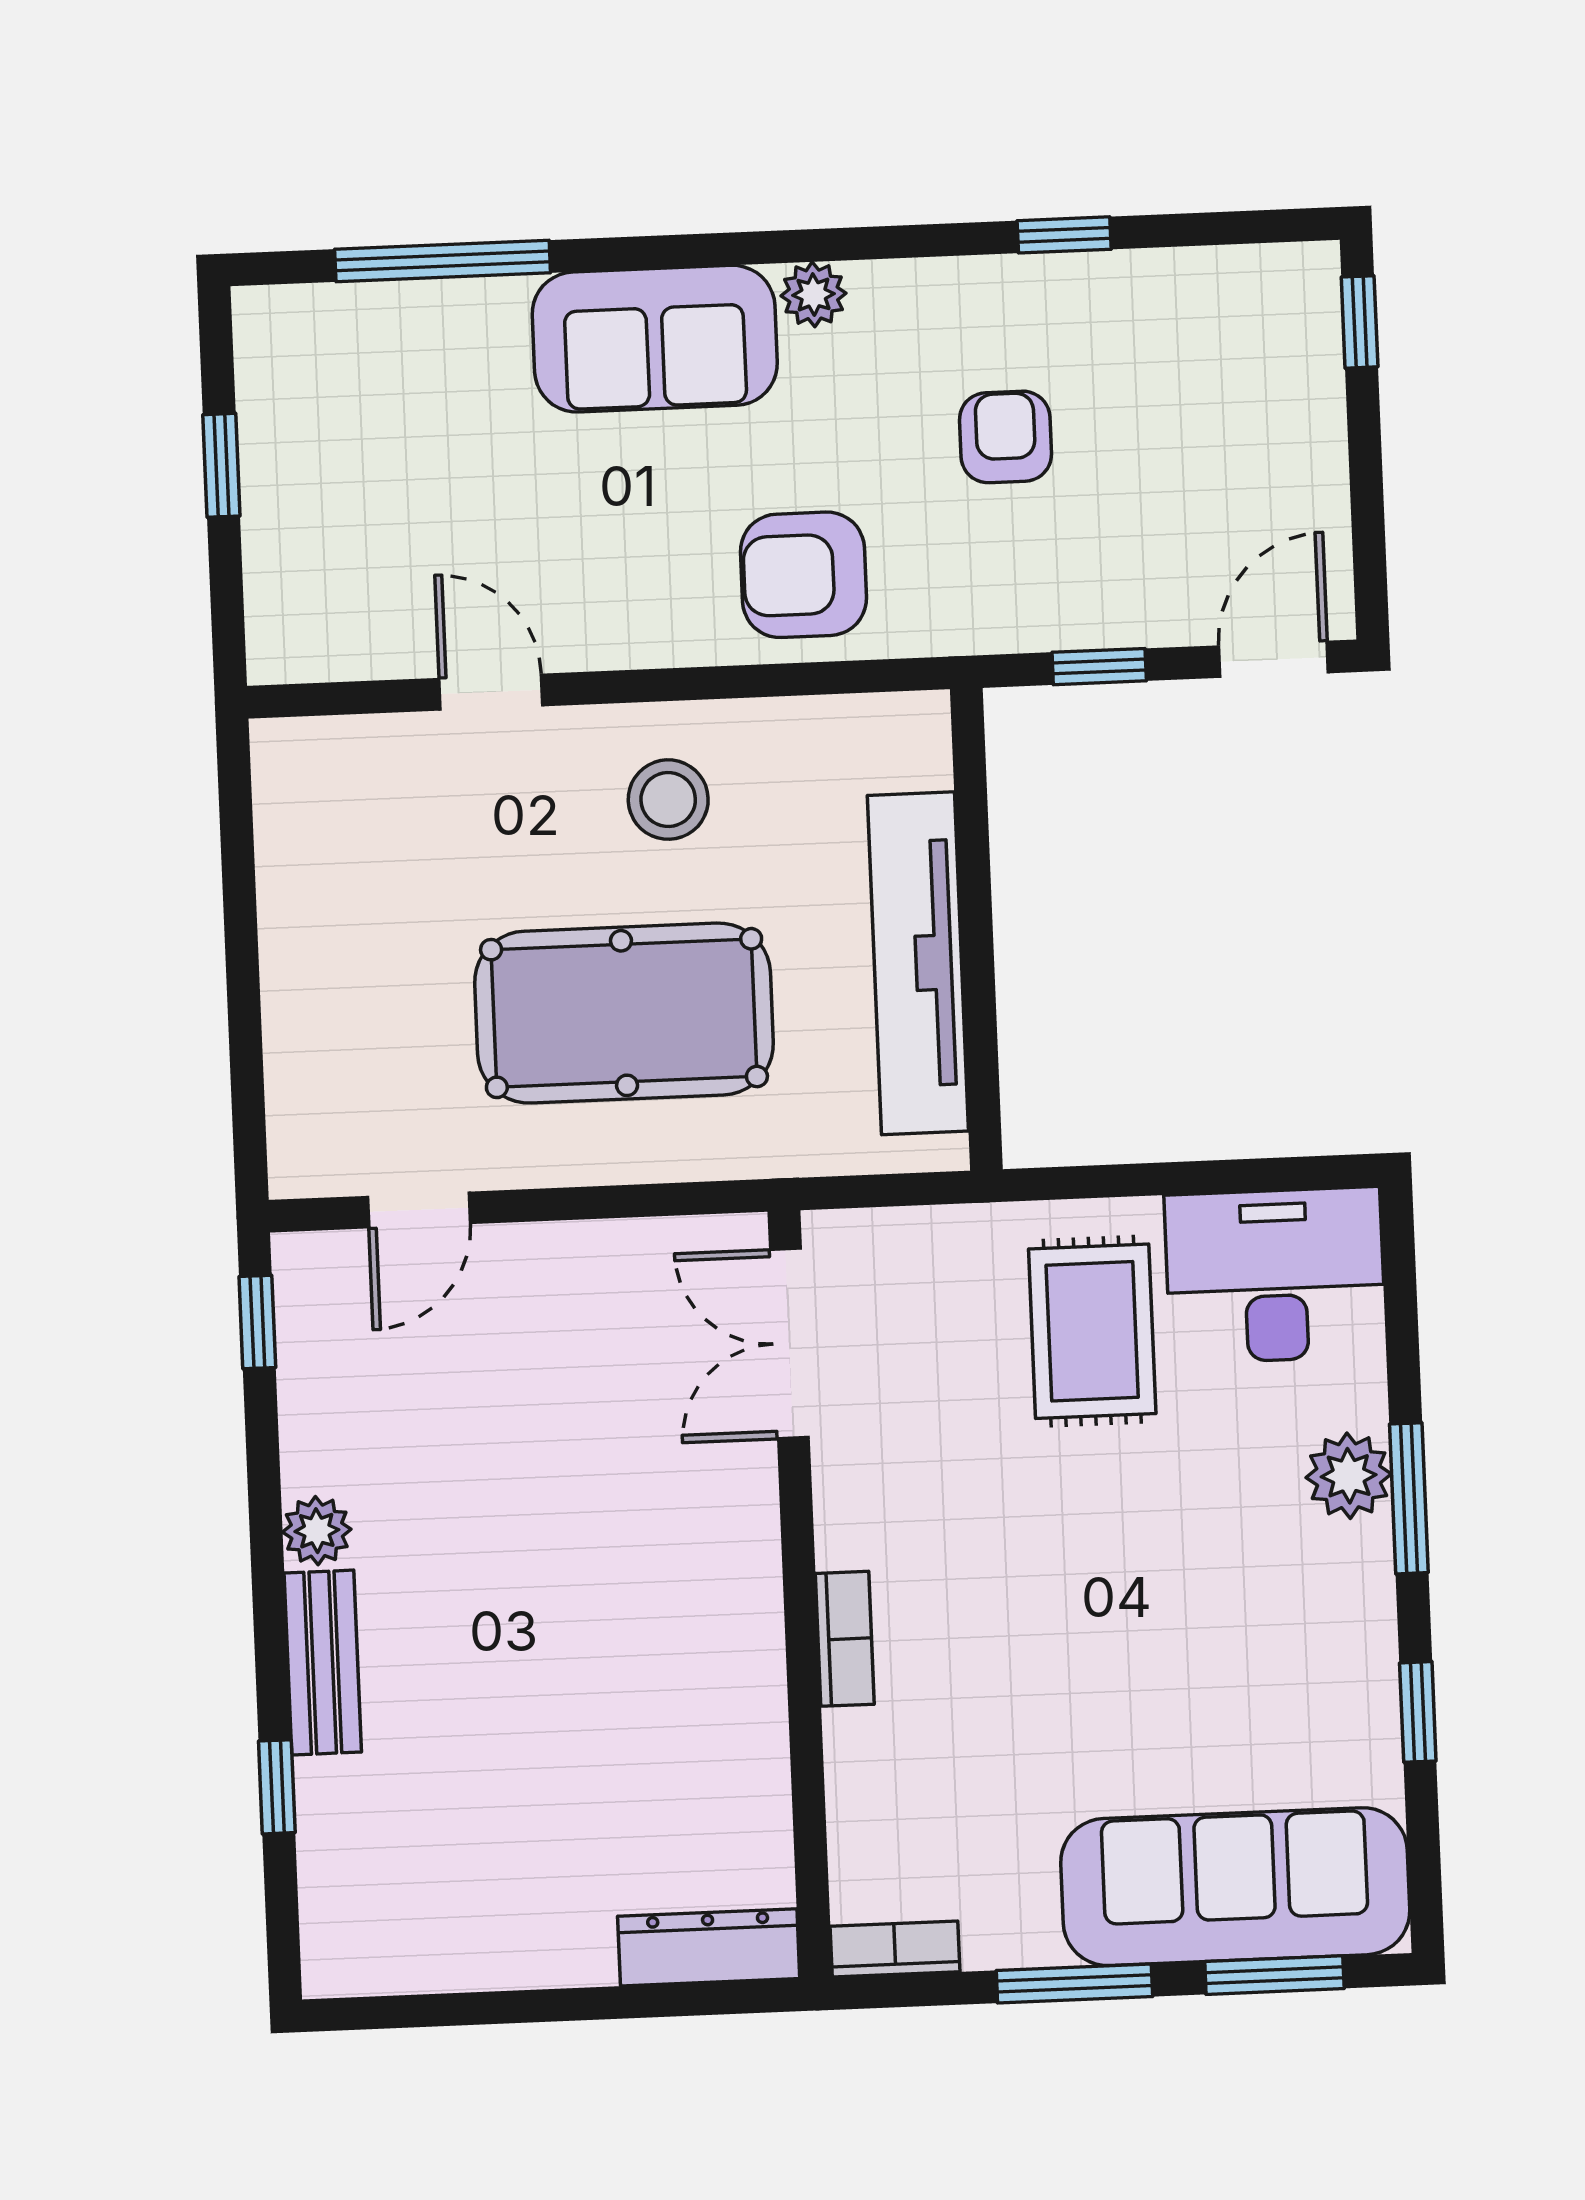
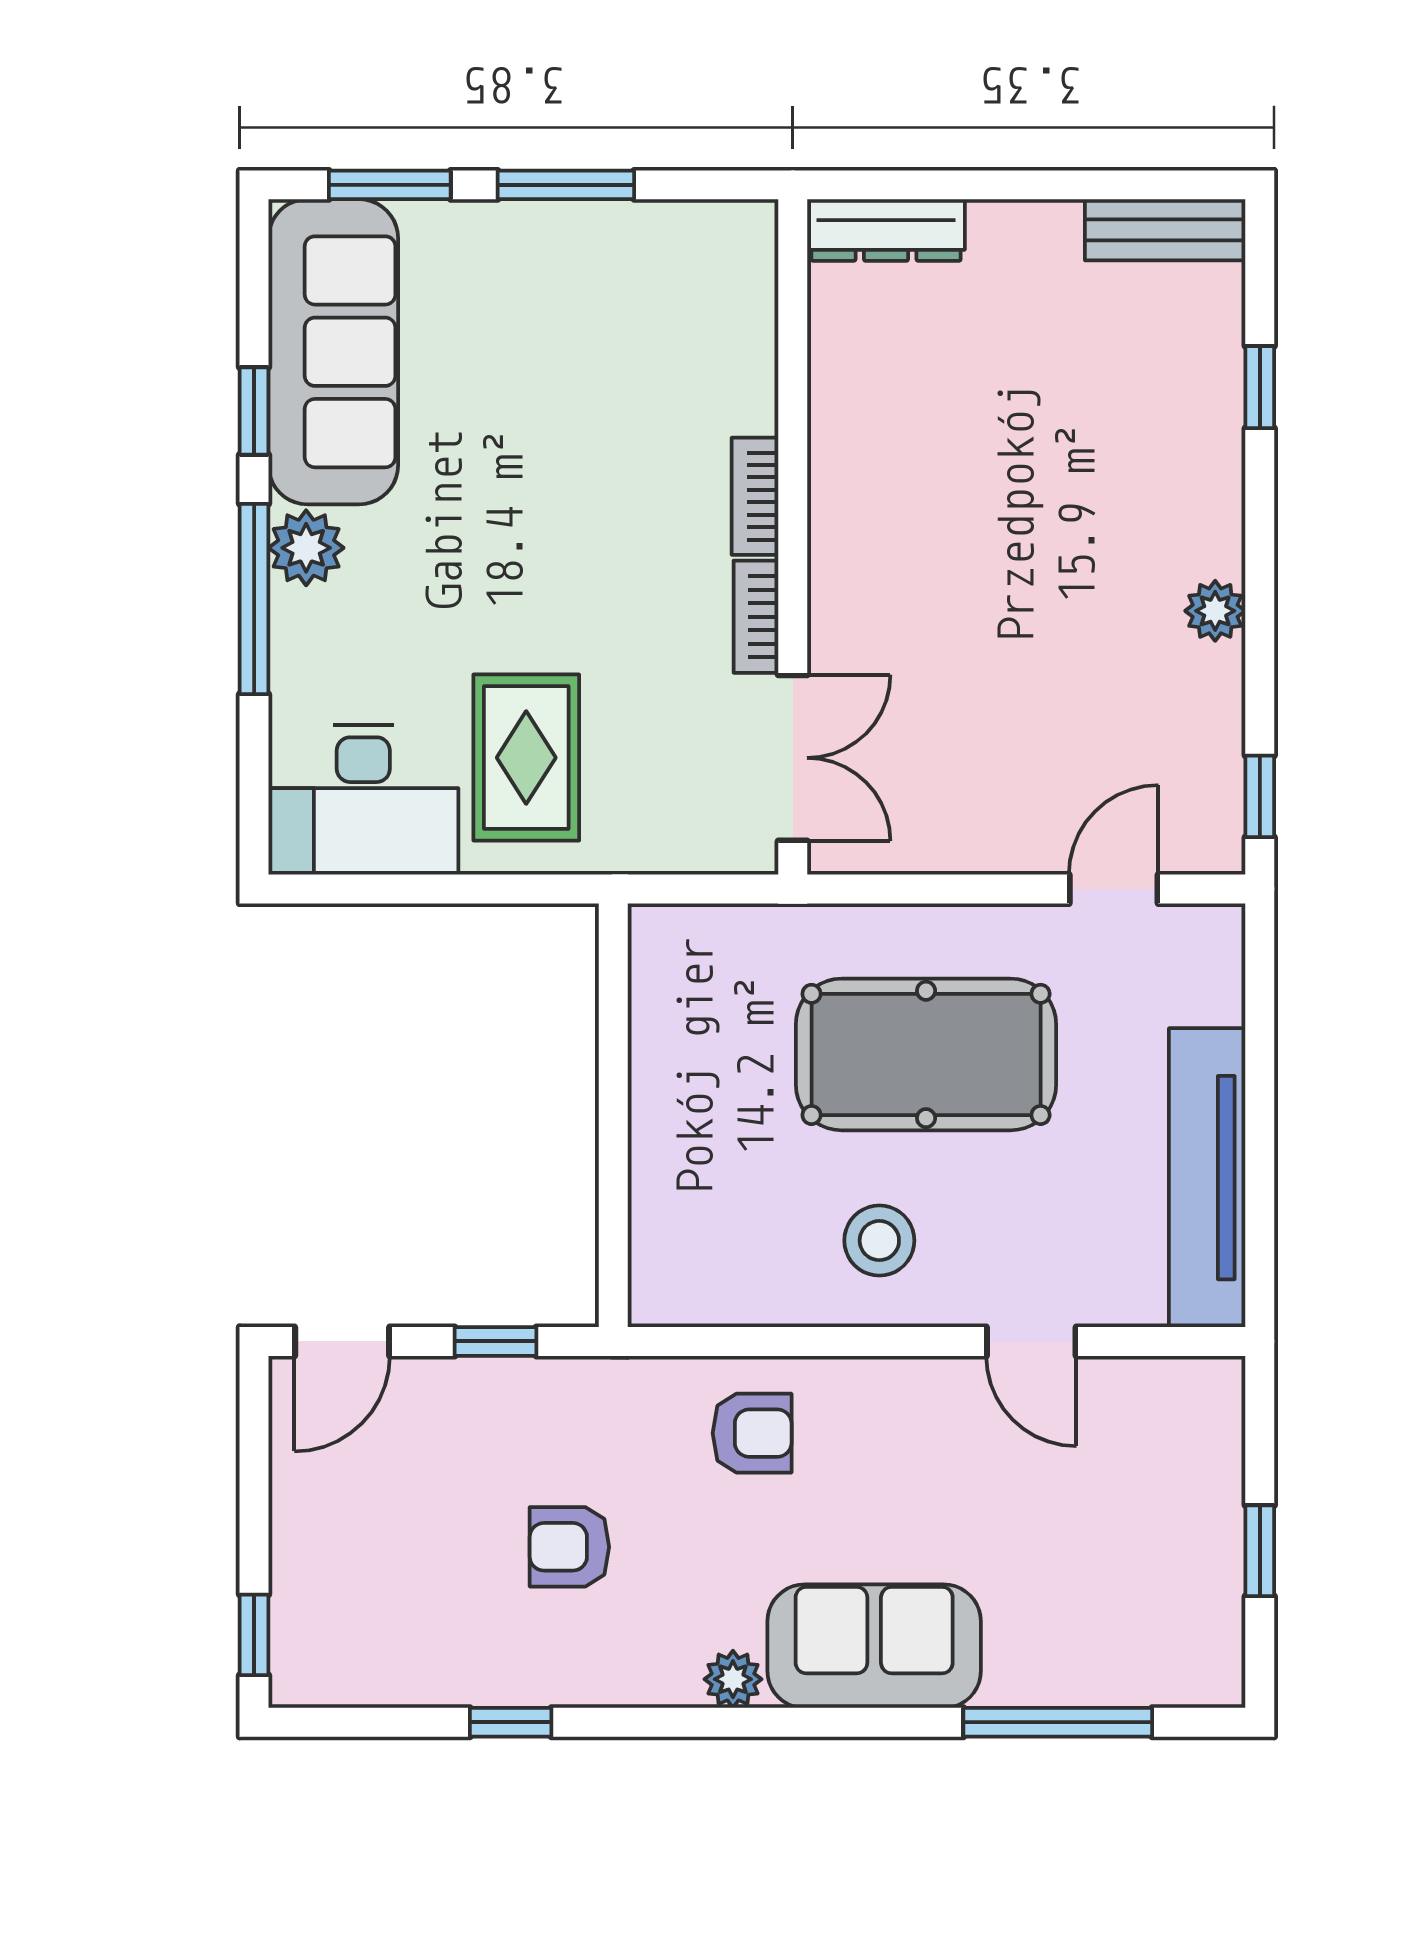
armchair: (1005, 437) -> (569, 1547), turned 90
armchair: (803, 575) -> (752, 1433), width x0.72, depth x0.72
tv unit: (918, 963) -> (1207, 1178), moved, turned 180
plant: (1349, 1476) -> (306, 548), moved
window: (1409, 1498) -> (254, 599), width x1.44
bench: (323, 1663) -> (1165, 230), moved, turned 90
sofa: (1235, 1887) -> (333, 352), moved, turned -90
bookcase: (895, 1949) -> (756, 617), moved, turned 90

